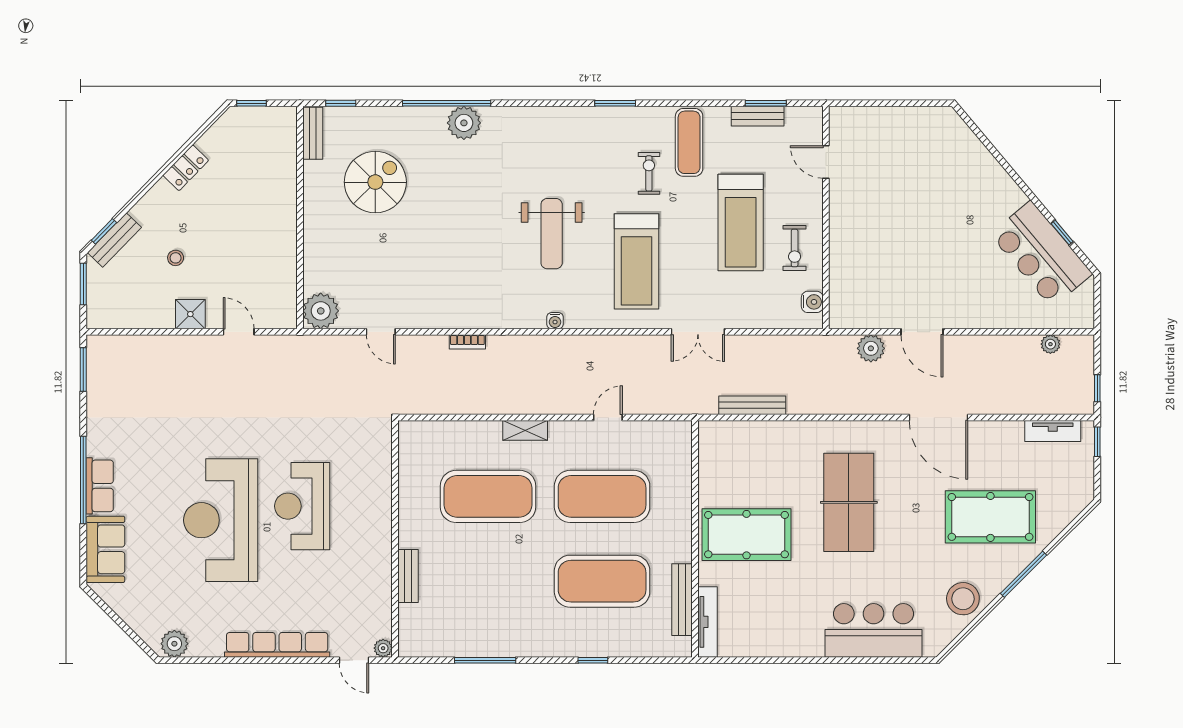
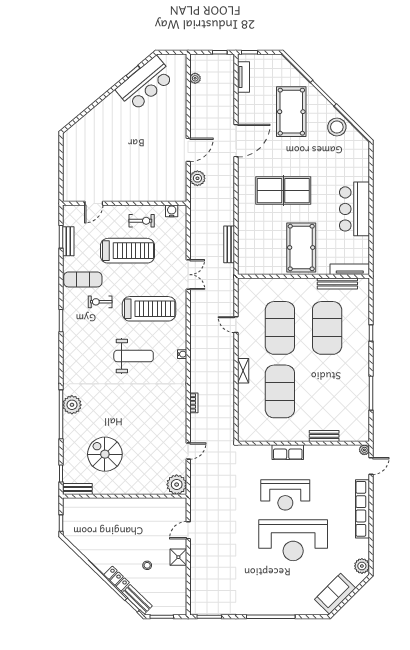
locker: (186, 168) -> (116, 579), moved
row of seats: (100, 486) -> (288, 452), moved, turned 180
sofa: (105, 549) -> (335, 594), moved, turned -45
bar counter: (874, 630) -> (354, 209), moved

